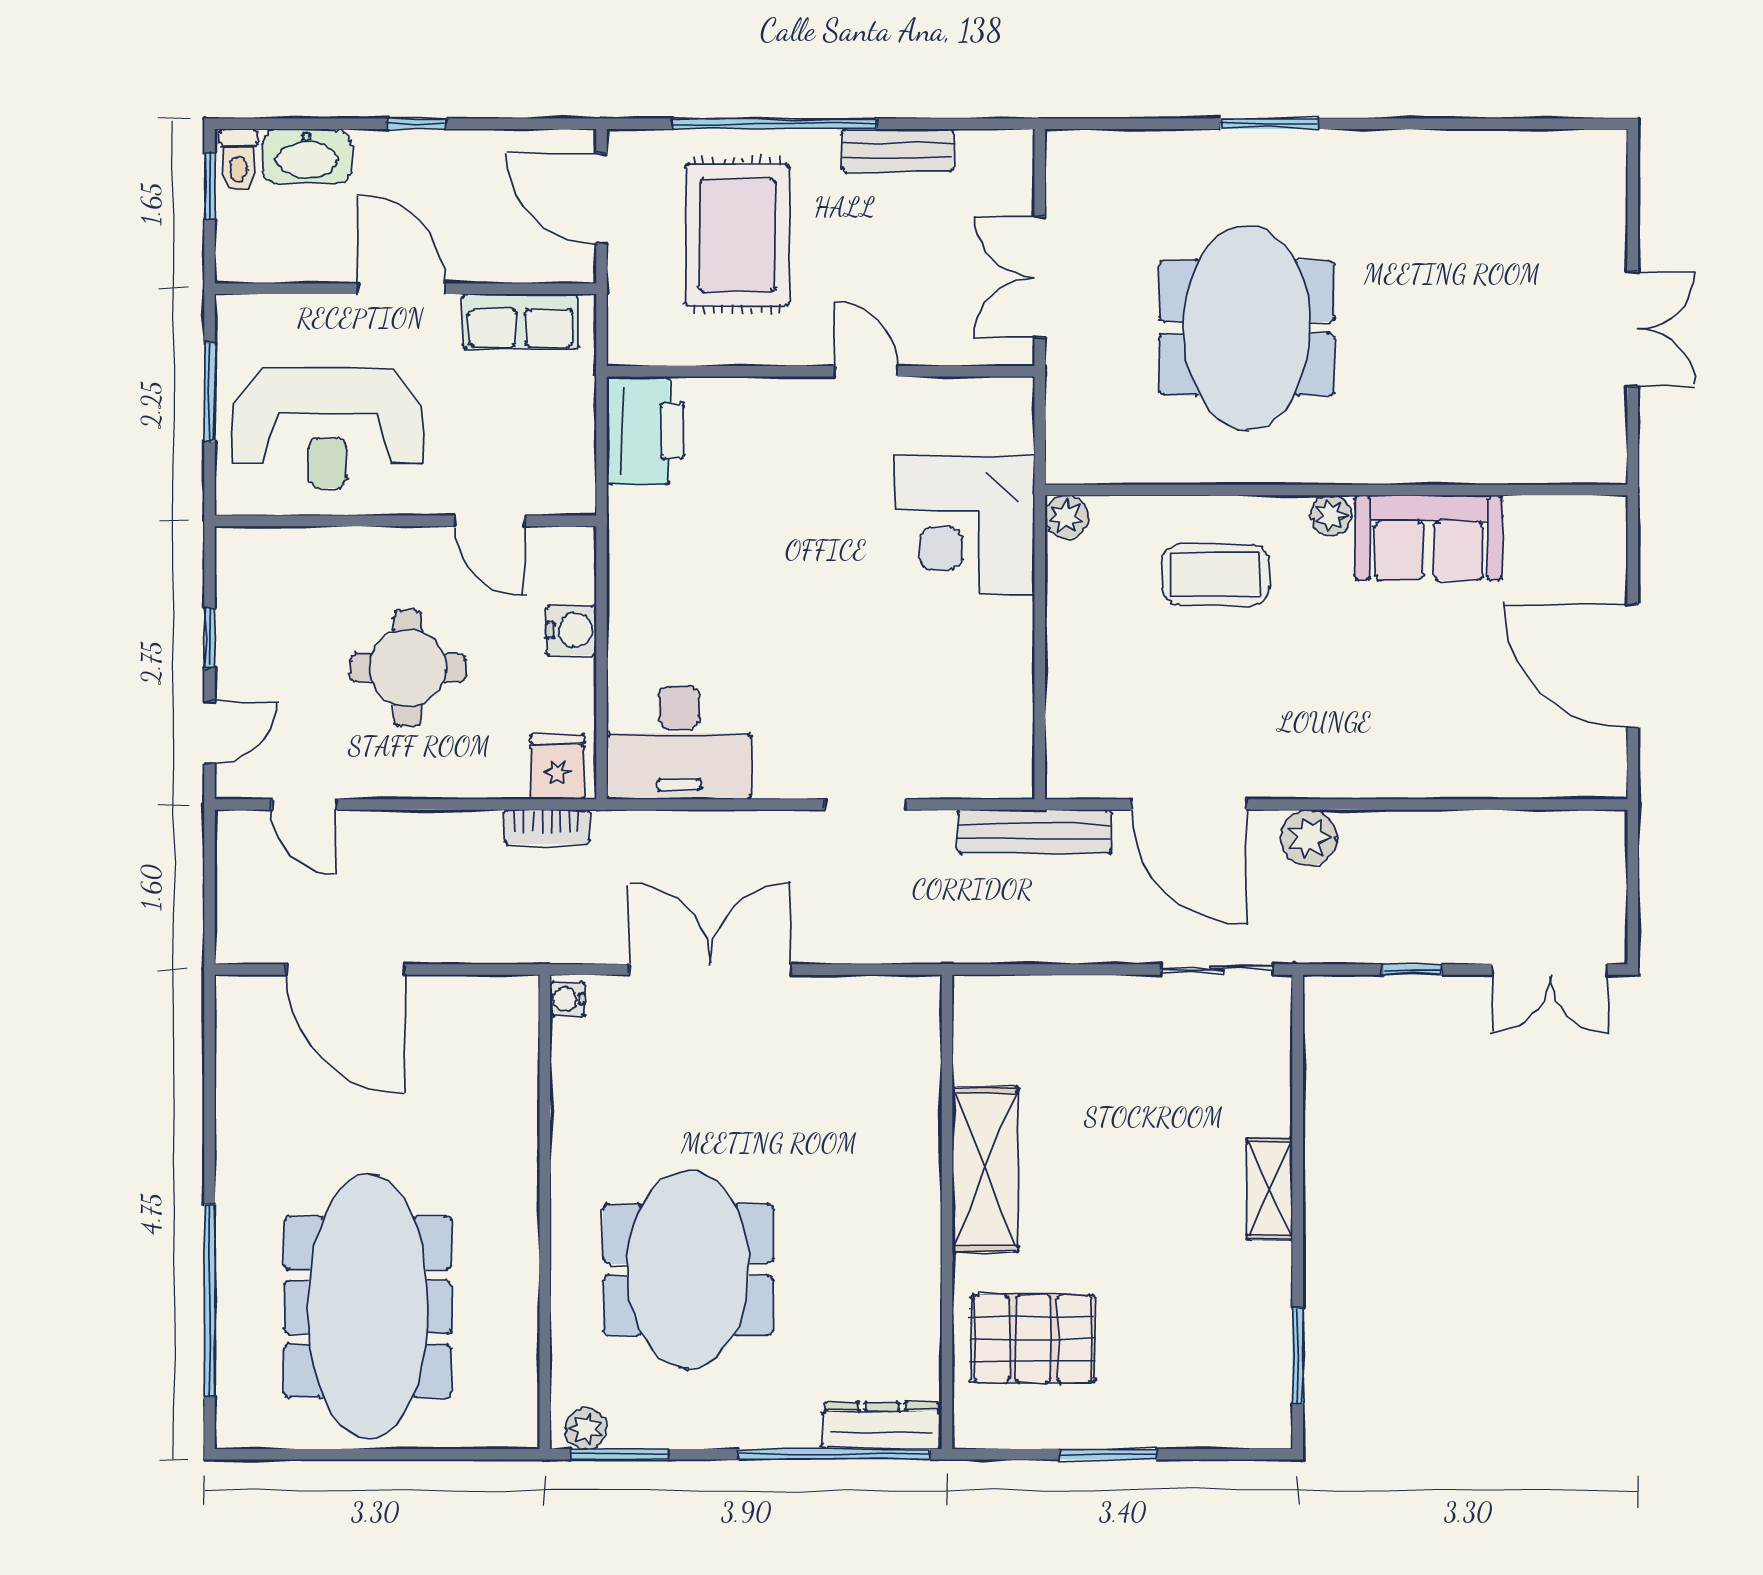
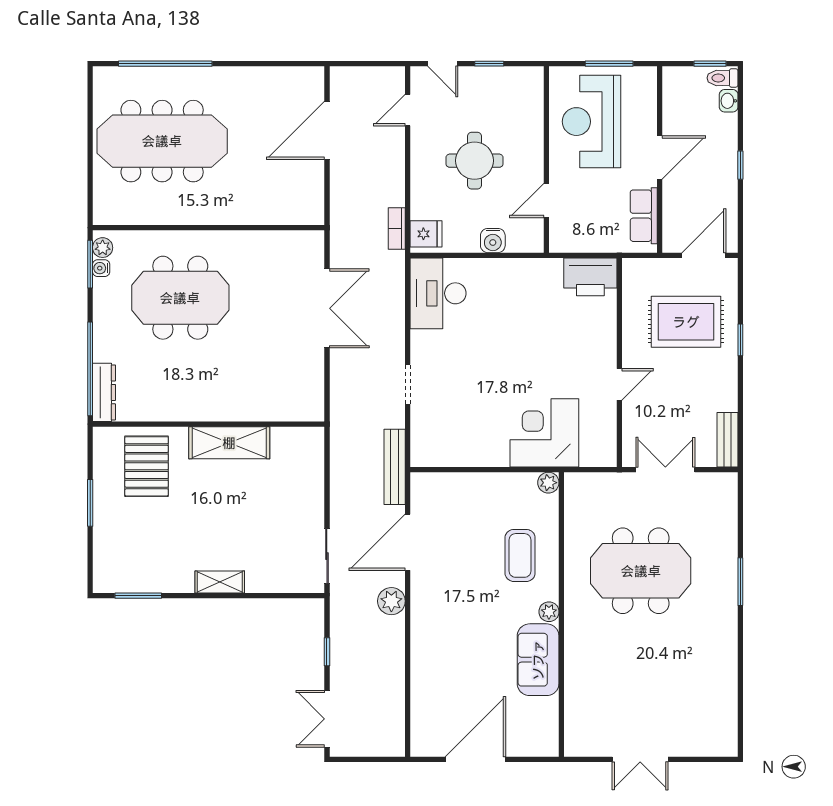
window: (775, 124) -> (740, 340), width x0.32
bench: (898, 150) -> (727, 440), moved
washbasin: (307, 156) -> (729, 101), width x0.52, depth x0.69
water cooler: (567, 999) -> (101, 268), moved, turned -90

